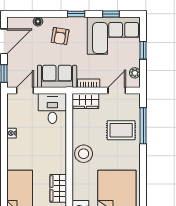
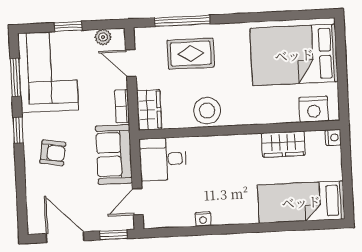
window: (111, 14) -> (16, 77), width x1.50
floor lamp: (38, 21) -> (32, 187), removed
door: (25, 90) -> (138, 202), hinge flipped
rug: (121, 130) -> (191, 54), turned 90
stool: (84, 154) -> (207, 111), moved

